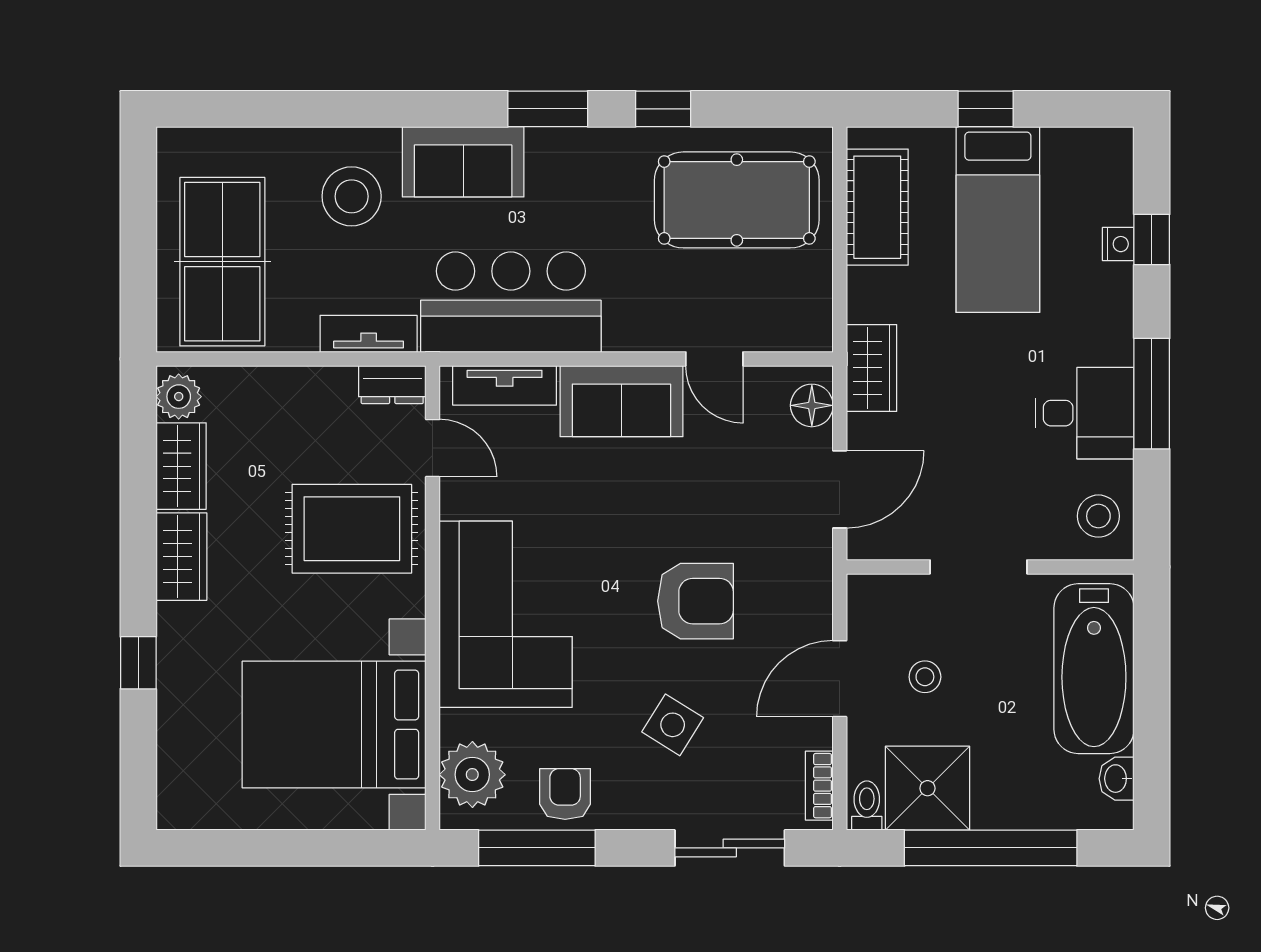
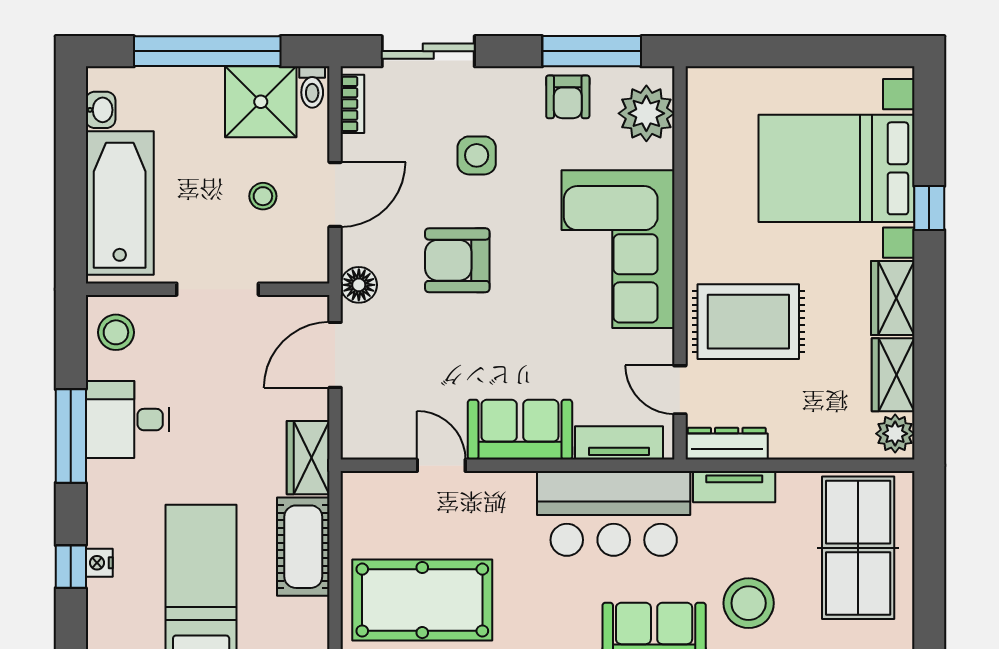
cot: (877, 207) -> (303, 547), moved
dresser: (392, 385) -> (727, 444), width x1.44
floor lamp: (812, 405) -> (359, 285), moved
bed with nightstands: (334, 725) -> (836, 168), moved, turned 180
side table: (673, 725) -> (477, 155), turned -32

